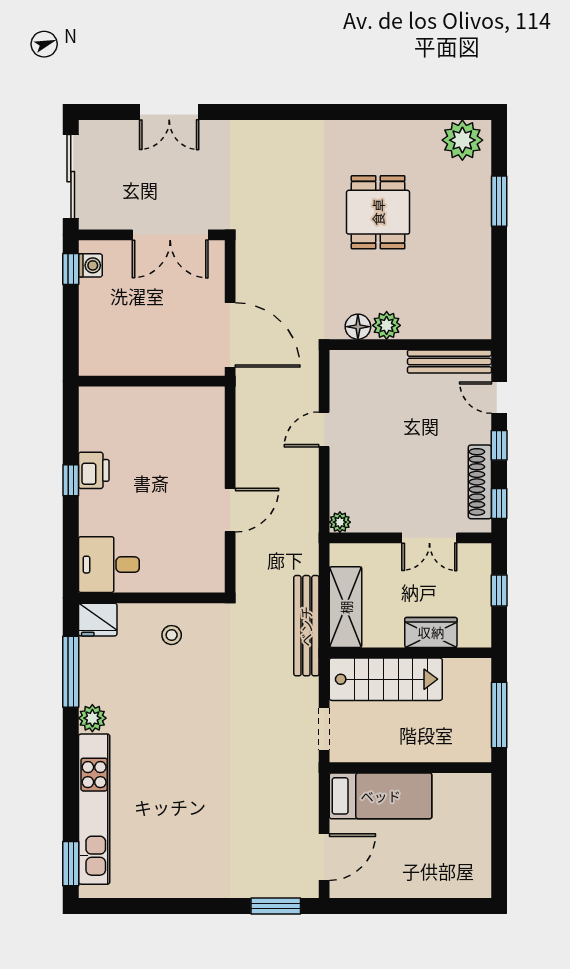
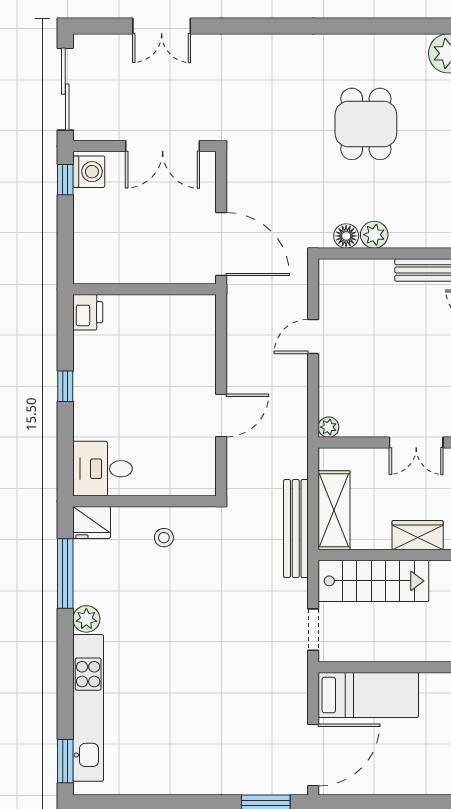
washing machine: (90, 265) -> (89, 172), width x1.38, depth x1.38
printer: (94, 470) -> (88, 312), moved
door: (324, 857) -> (313, 755), width x1.36

